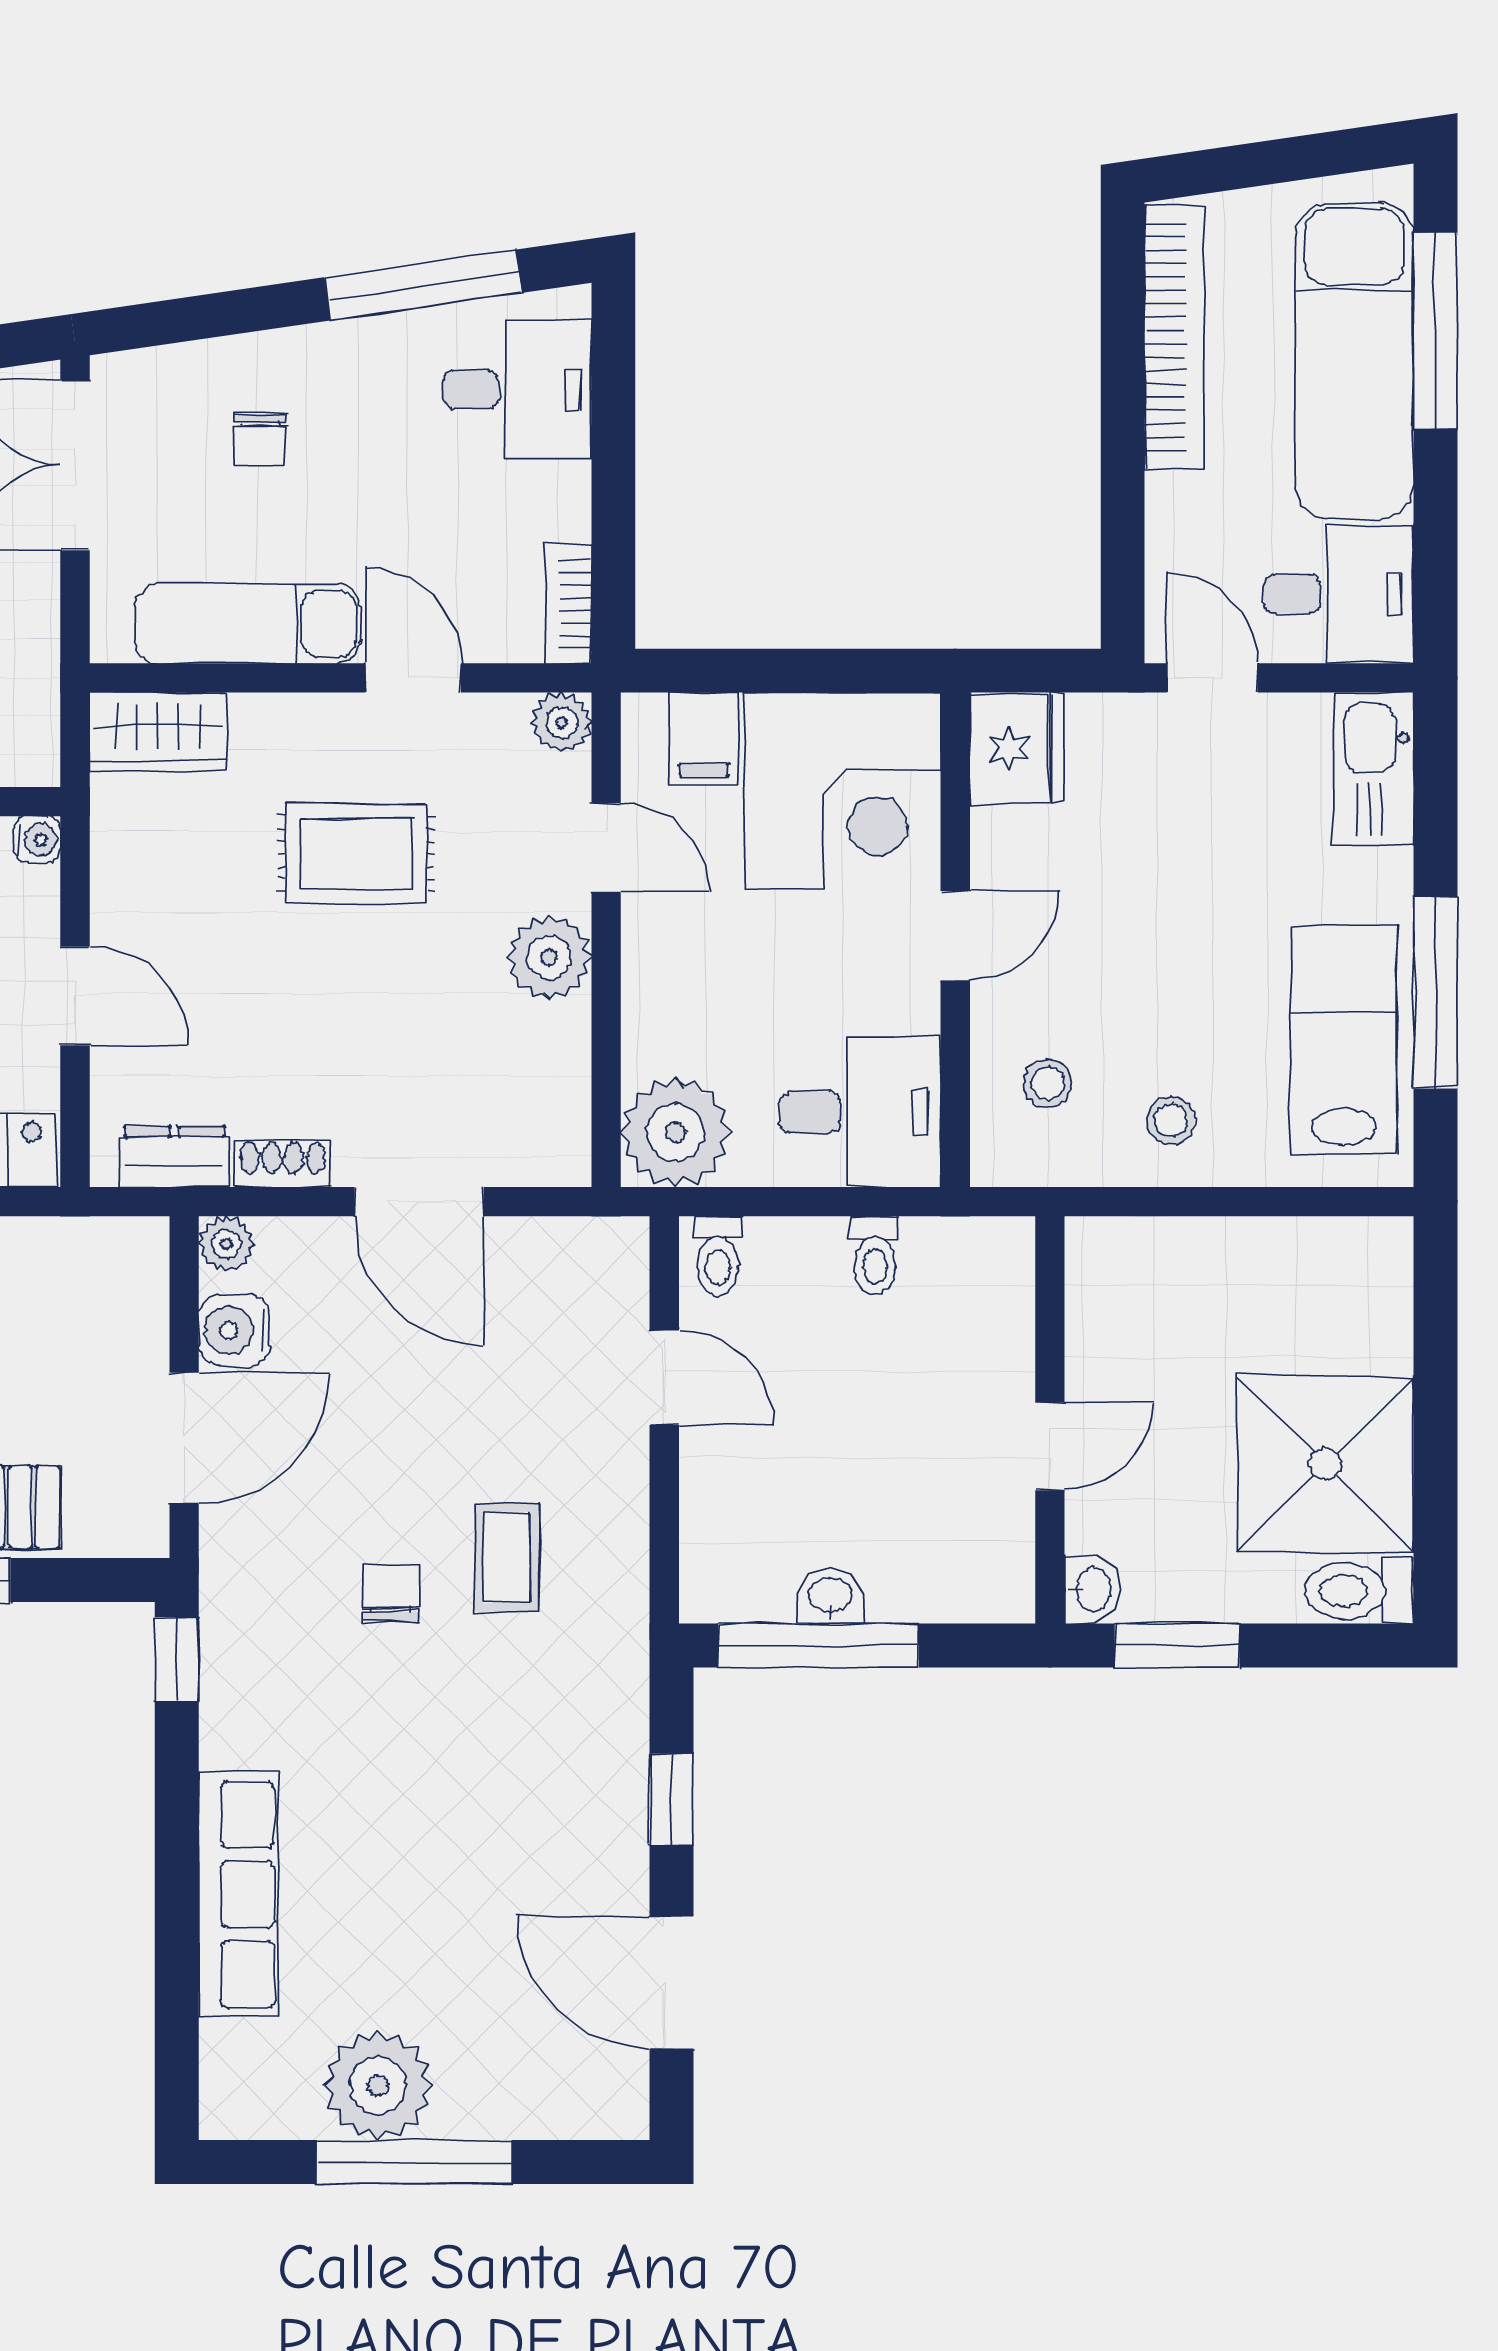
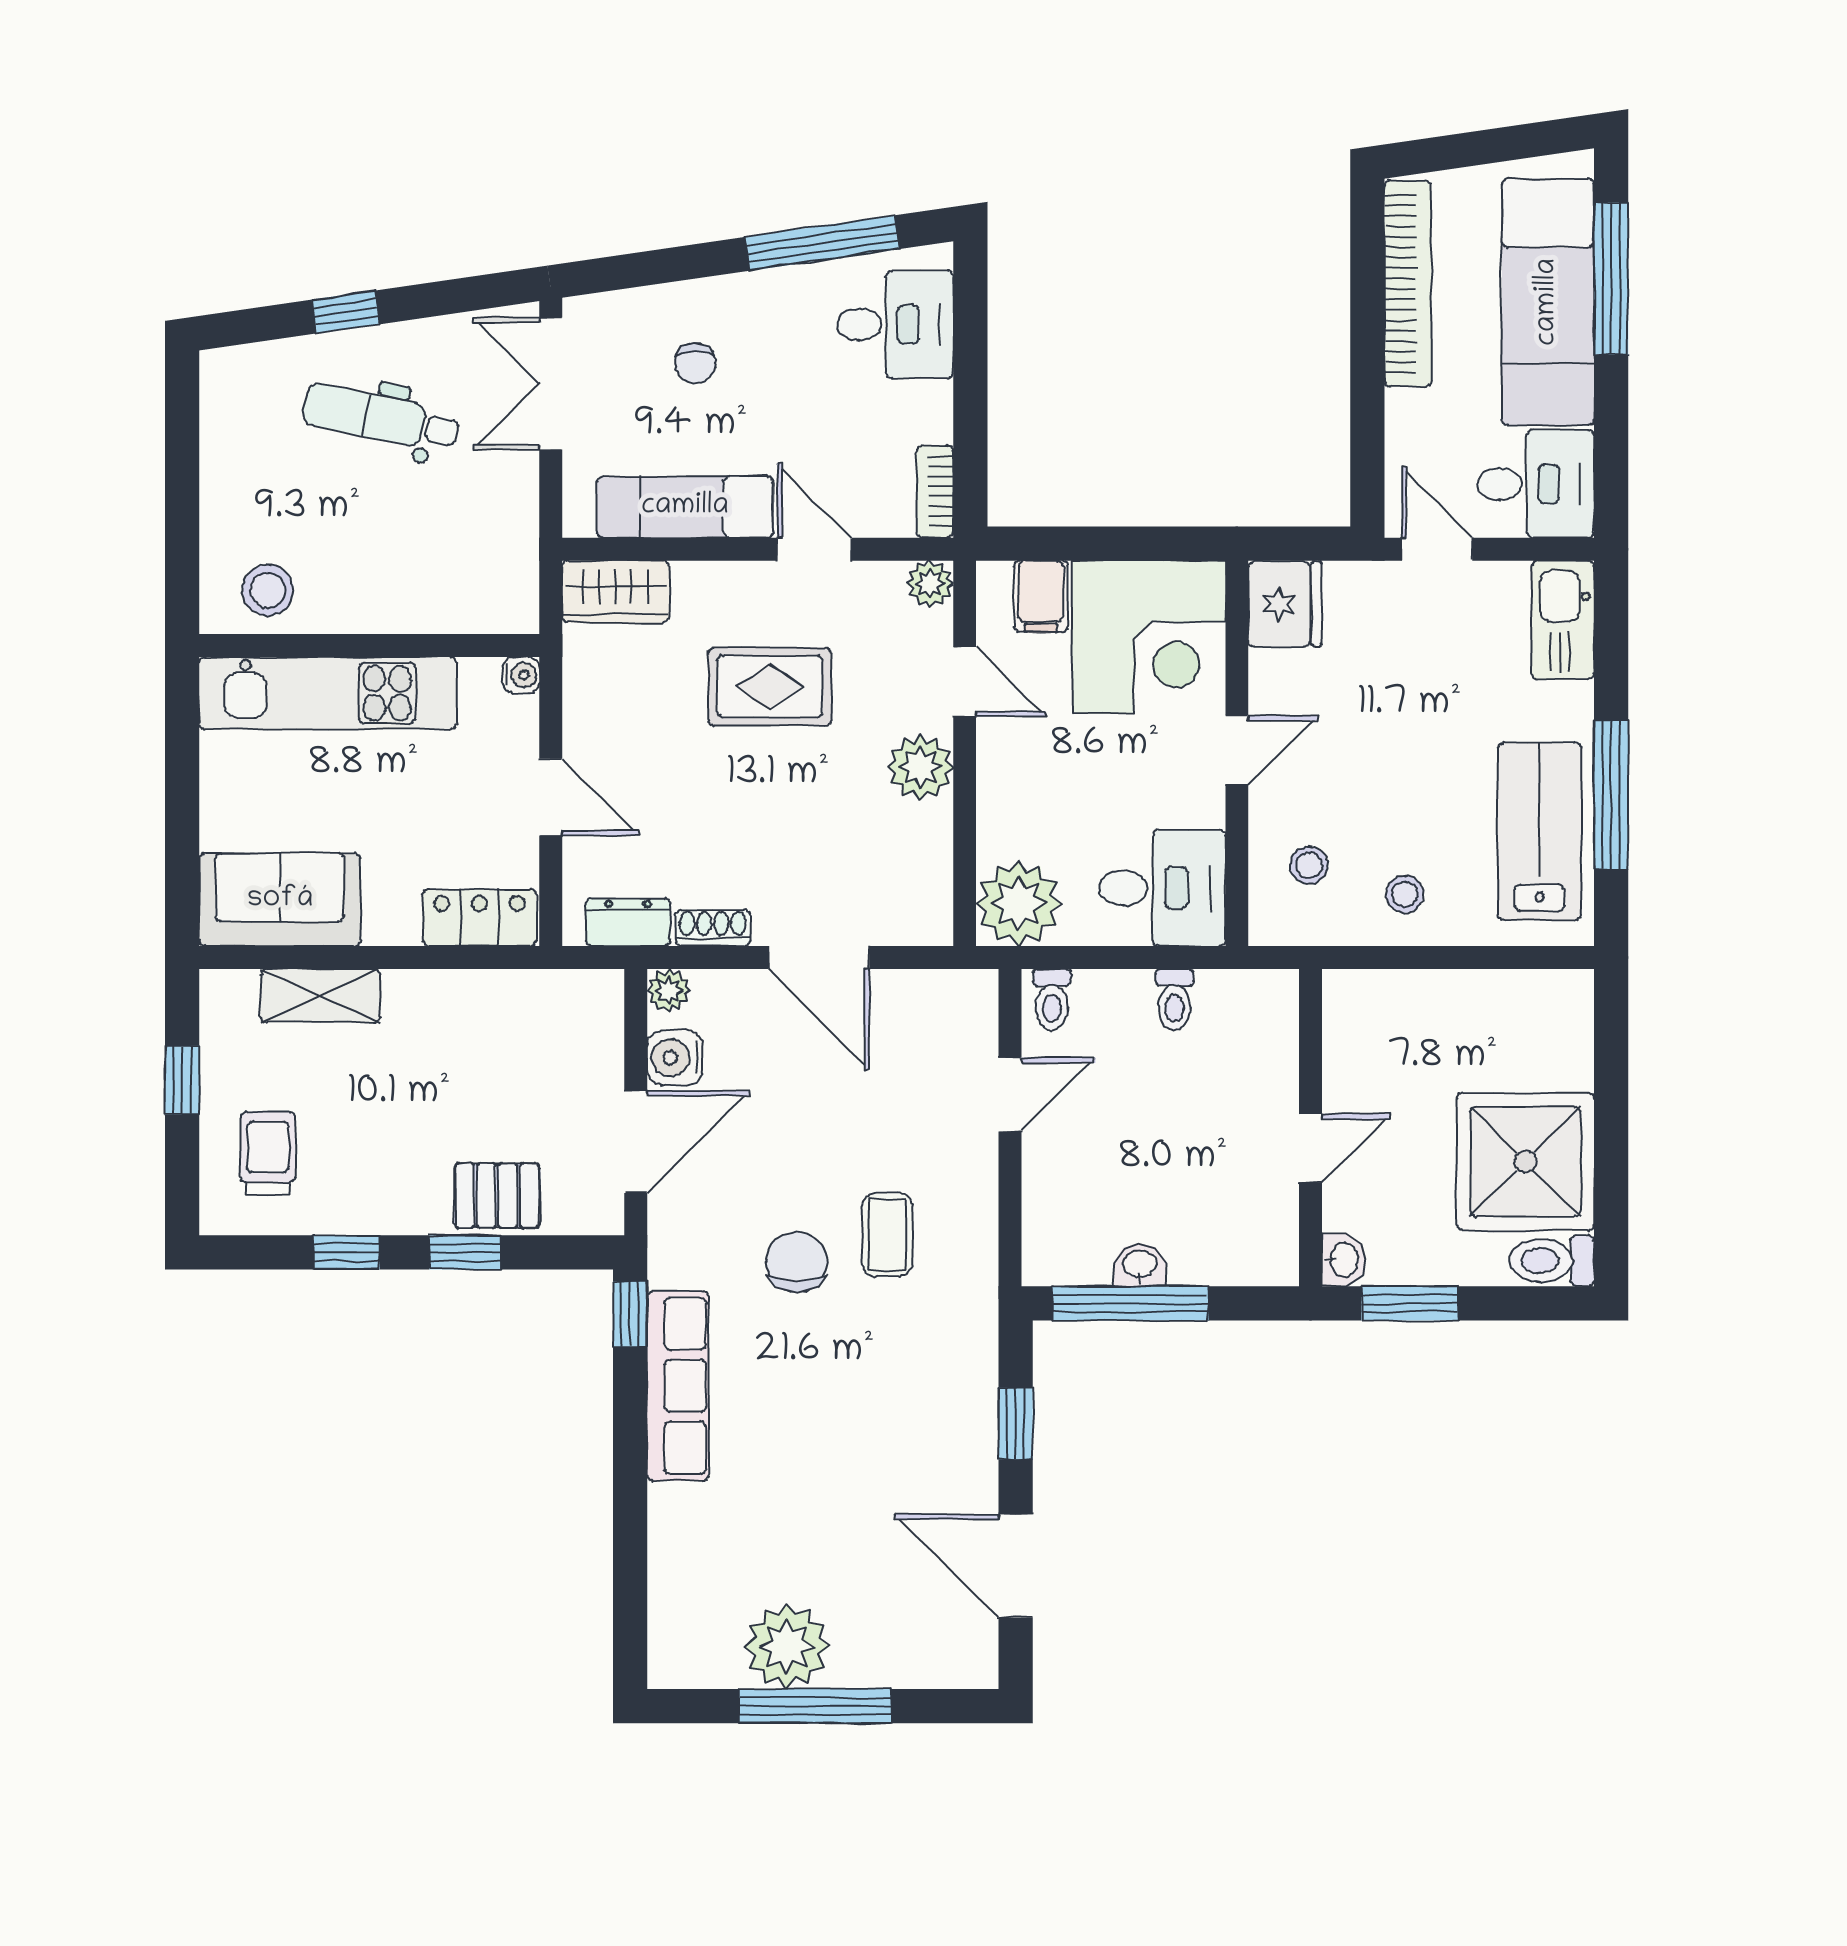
door: (664, 1378) -> (1010, 1095), hinge flipped
chair: (391, 1593) -> (797, 1262), width x1.37, depth x1.37
row of seats: (238, 1894) -> (678, 1386), moved

